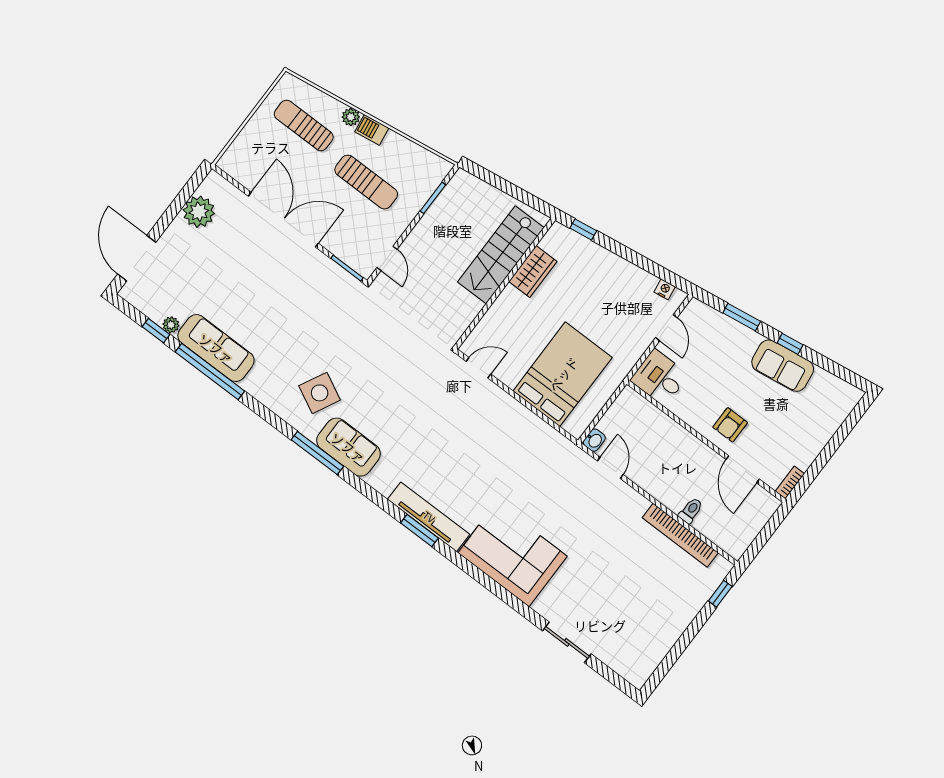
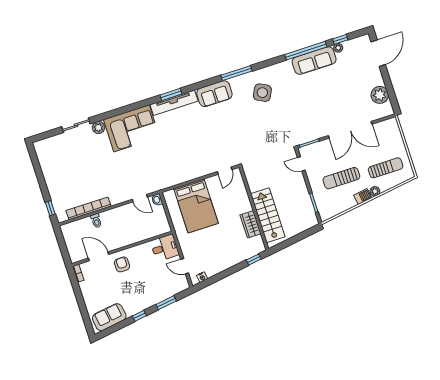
door: (137, 258) -> (378, 53), hinge flipped
sofa: (783, 366) -> (109, 317), moved
sofa: (348, 447) -> (214, 94), moved
plant: (546, 606) -> (98, 127), added

